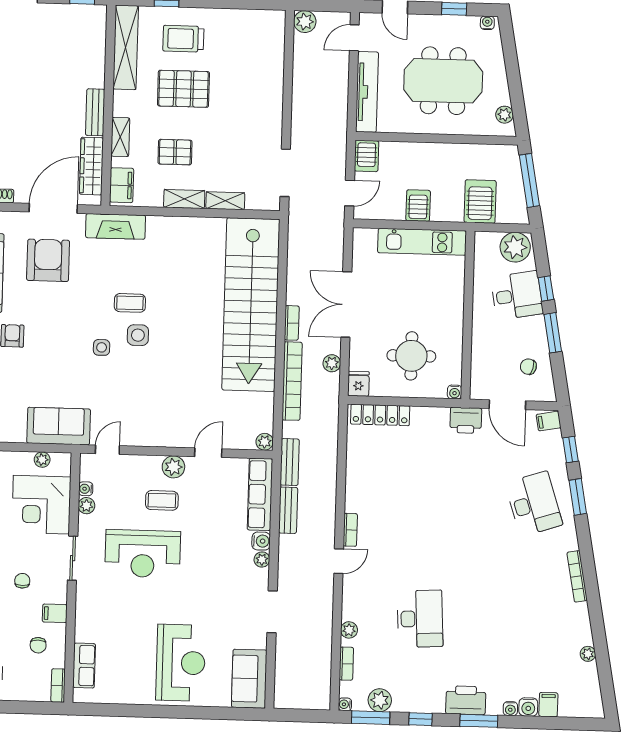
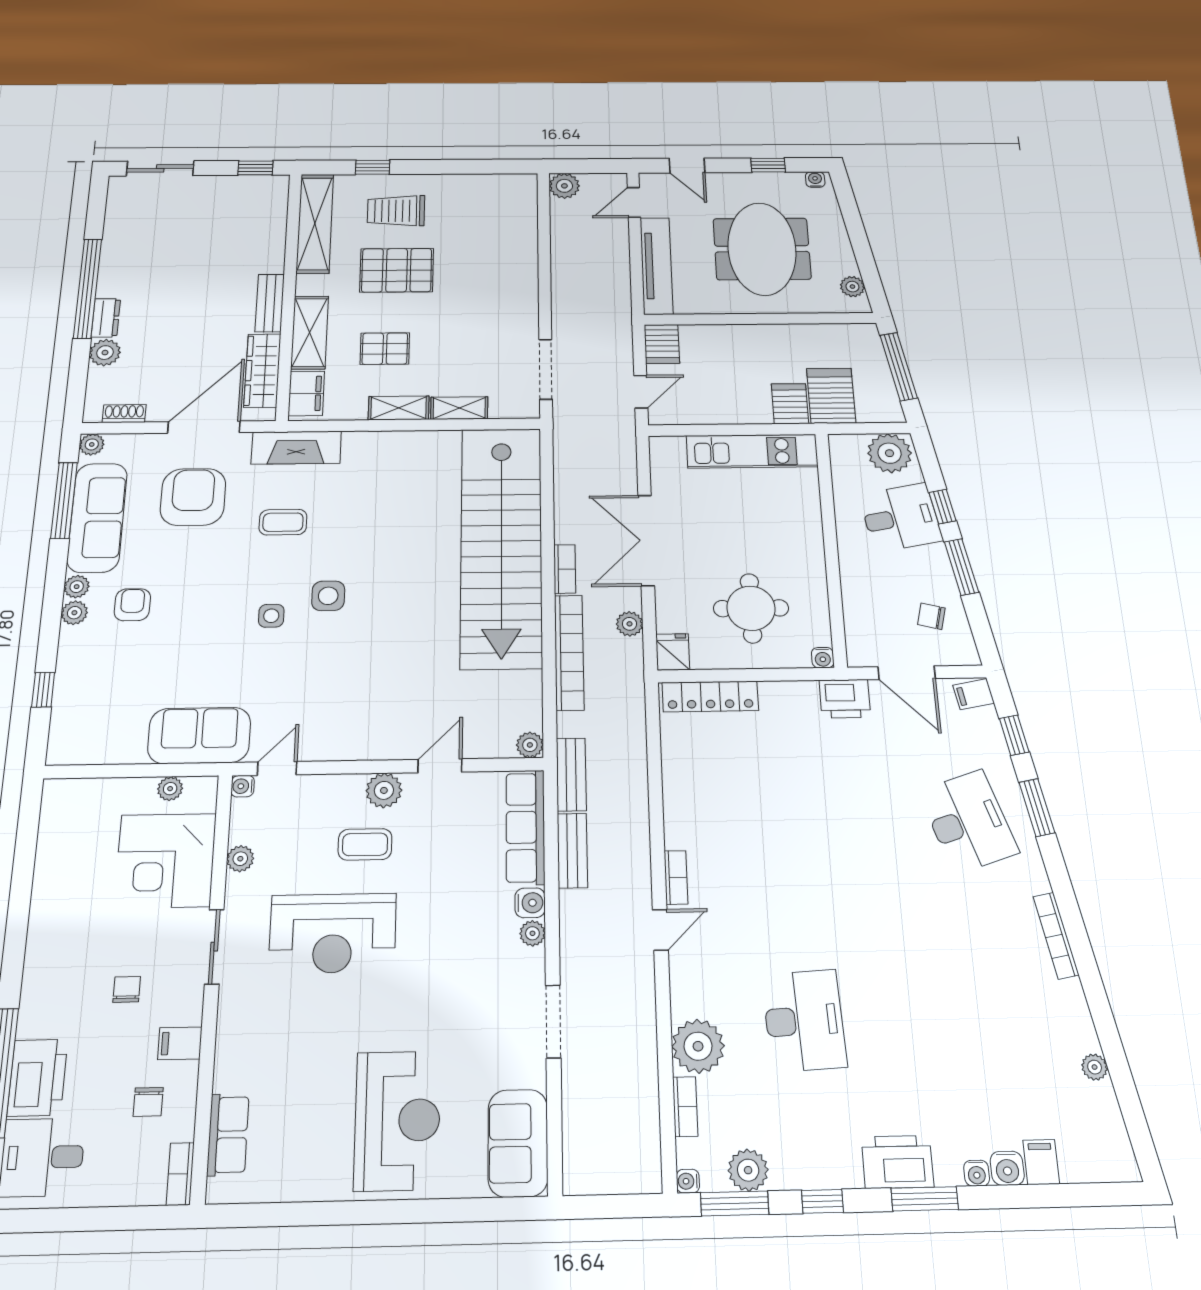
meeting table: (443, 81) -> (762, 249), turned 90
shelving: (120, 137) -> (310, 332), width x1.50, depth x1.33
server rack: (418, 206) -> (790, 404), moved
coffee table: (130, 303) -> (283, 522), moved
water cooler: (86, 489) -> (243, 786), moved
plant: (349, 630) -> (698, 1046), width x1.88, depth x1.88

